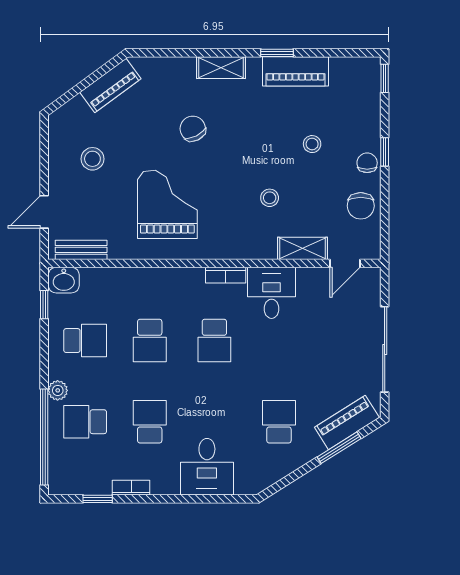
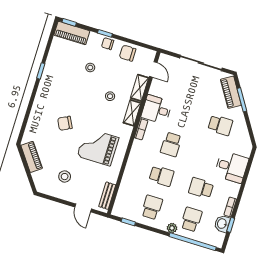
shelving: (221, 68) -> (132, 113), moved
piano: (295, 71) -> (72, 33), moved, turned 90
chair: (361, 206) -> (128, 53), turned 180
washbasin: (64, 280) -> (222, 224), moved, turned 180
school desk: (214, 341) -> (171, 144), turned 90
school desk: (85, 422) -> (191, 219), turned 180
school desk: (279, 422) -> (220, 125), turned 180

